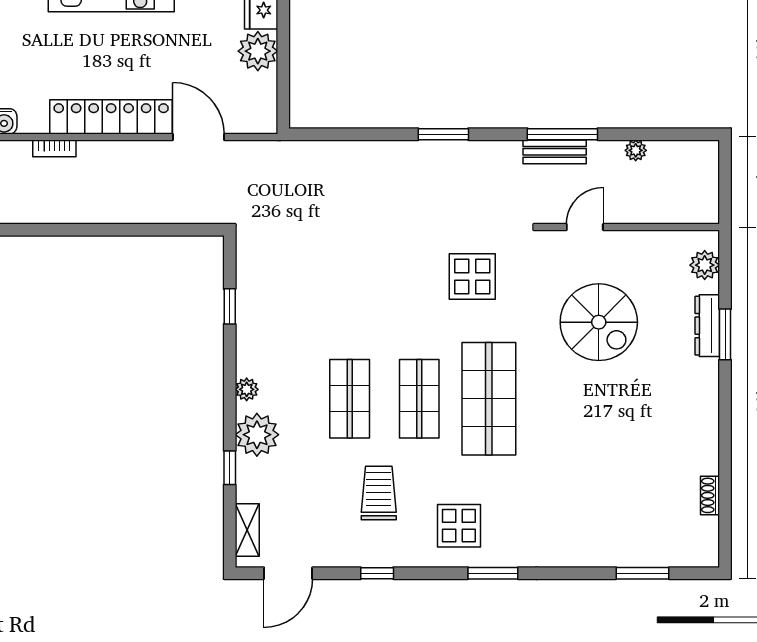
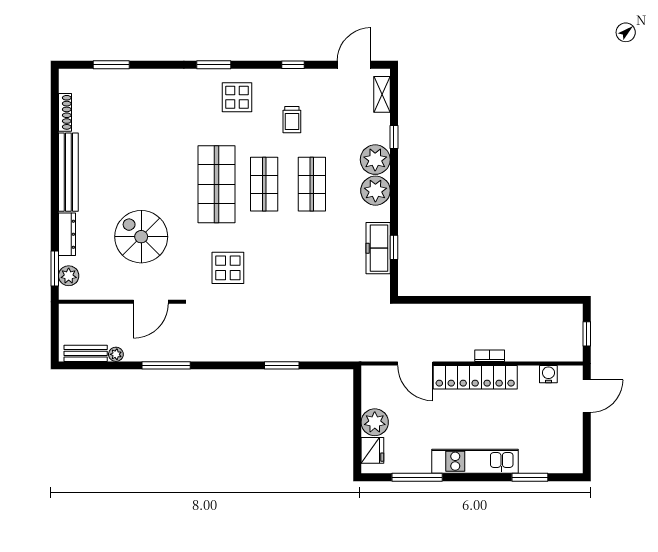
window: (443, 134) -> (282, 365), moved
bookcase: (54, 148) -> (490, 356), moved
bench: (555, 152) -> (86, 353), moved
door: (585, 227) -> (151, 302), width x1.38
freezer: (253, 305) -> (378, 248), added
window: (725, 334) -> (55, 268), moved
plant: (247, 389) -> (375, 191), width x1.87, depth x1.87
bench: (705, 416) -> (68, 172), added
trolley: (379, 493) -> (292, 120), width x0.73, depth x0.72
shoe rack: (710, 495) -> (65, 112), width x1.43

